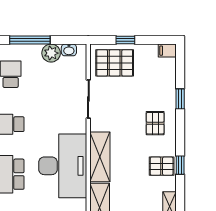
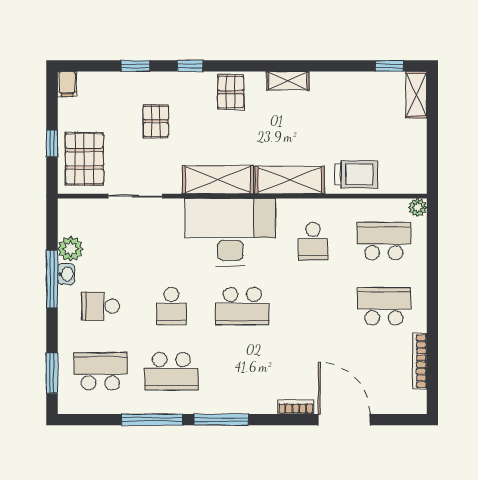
washbasin: (69, 50) -> (66, 274), moved
pallet: (155, 123) -> (156, 121), moved, turned 90
window: (180, 165) -> (190, 66), moved

